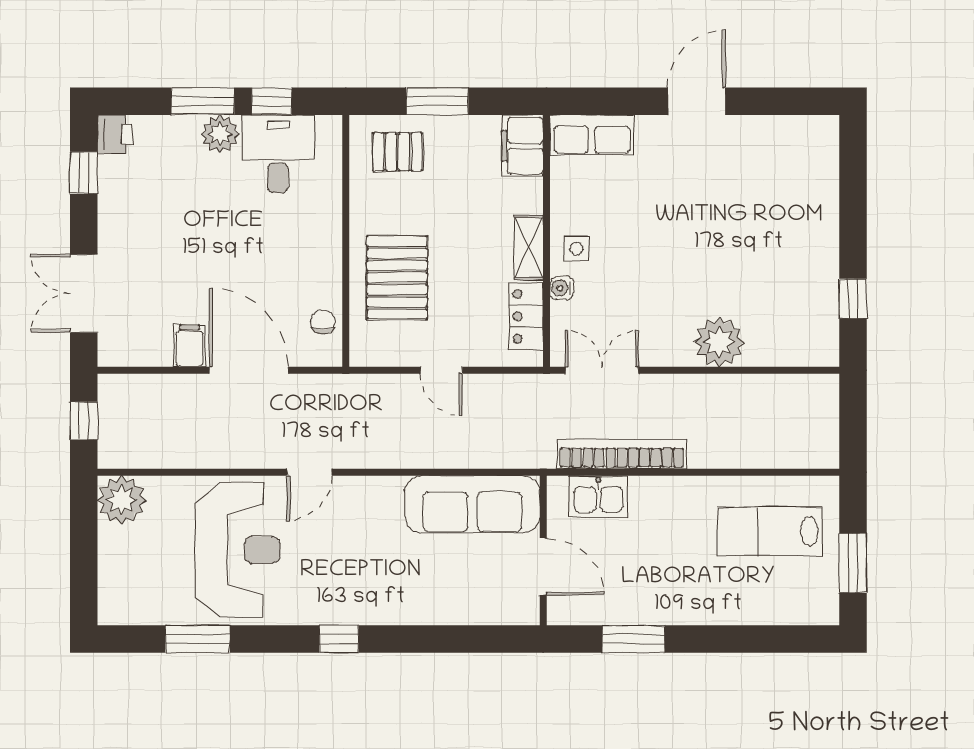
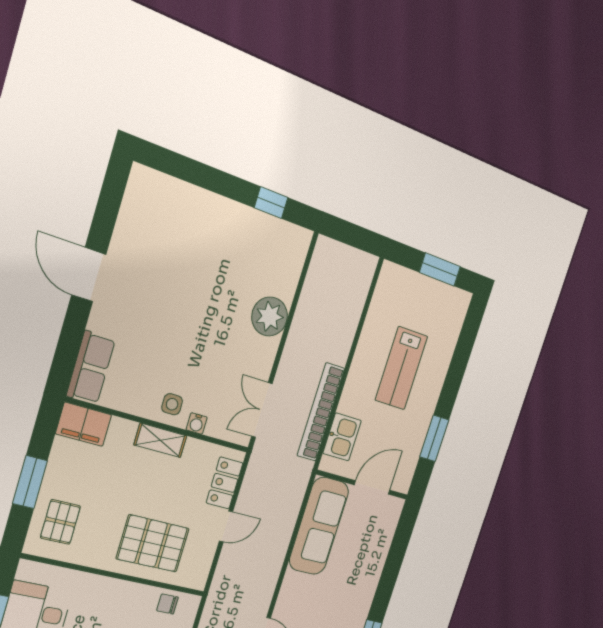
locker: (526, 316) -> (225, 483), moved, turned 90
lab bench: (770, 531) -> (401, 368), moved

